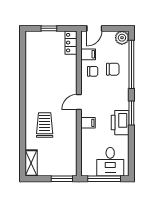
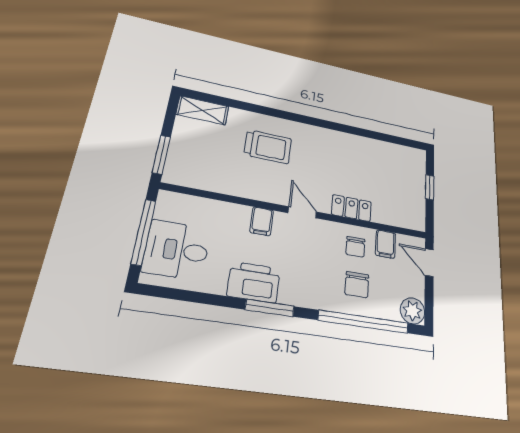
locker: (71, 43) -> (351, 208), moved

